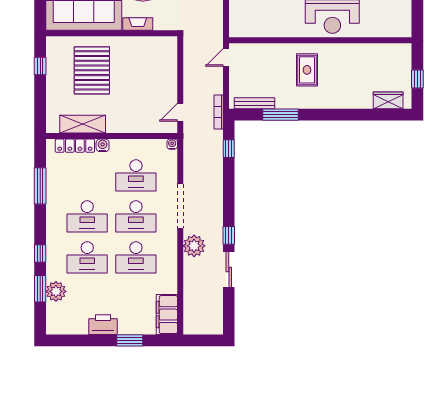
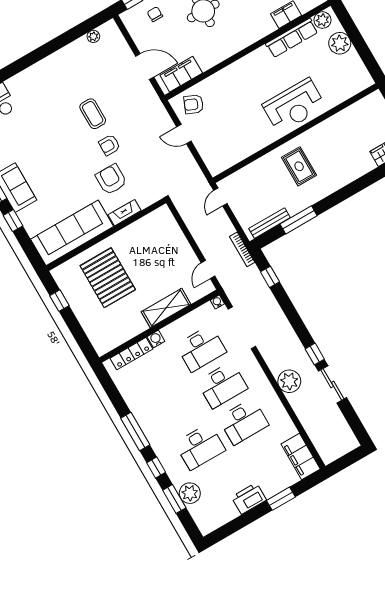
shelving: (83, 124) -> (166, 308), moved
window: (40, 186) -> (135, 432), moved
doorway: (180, 206) -> (242, 328), moved
desk: (87, 216) -> (179, 410), removed

